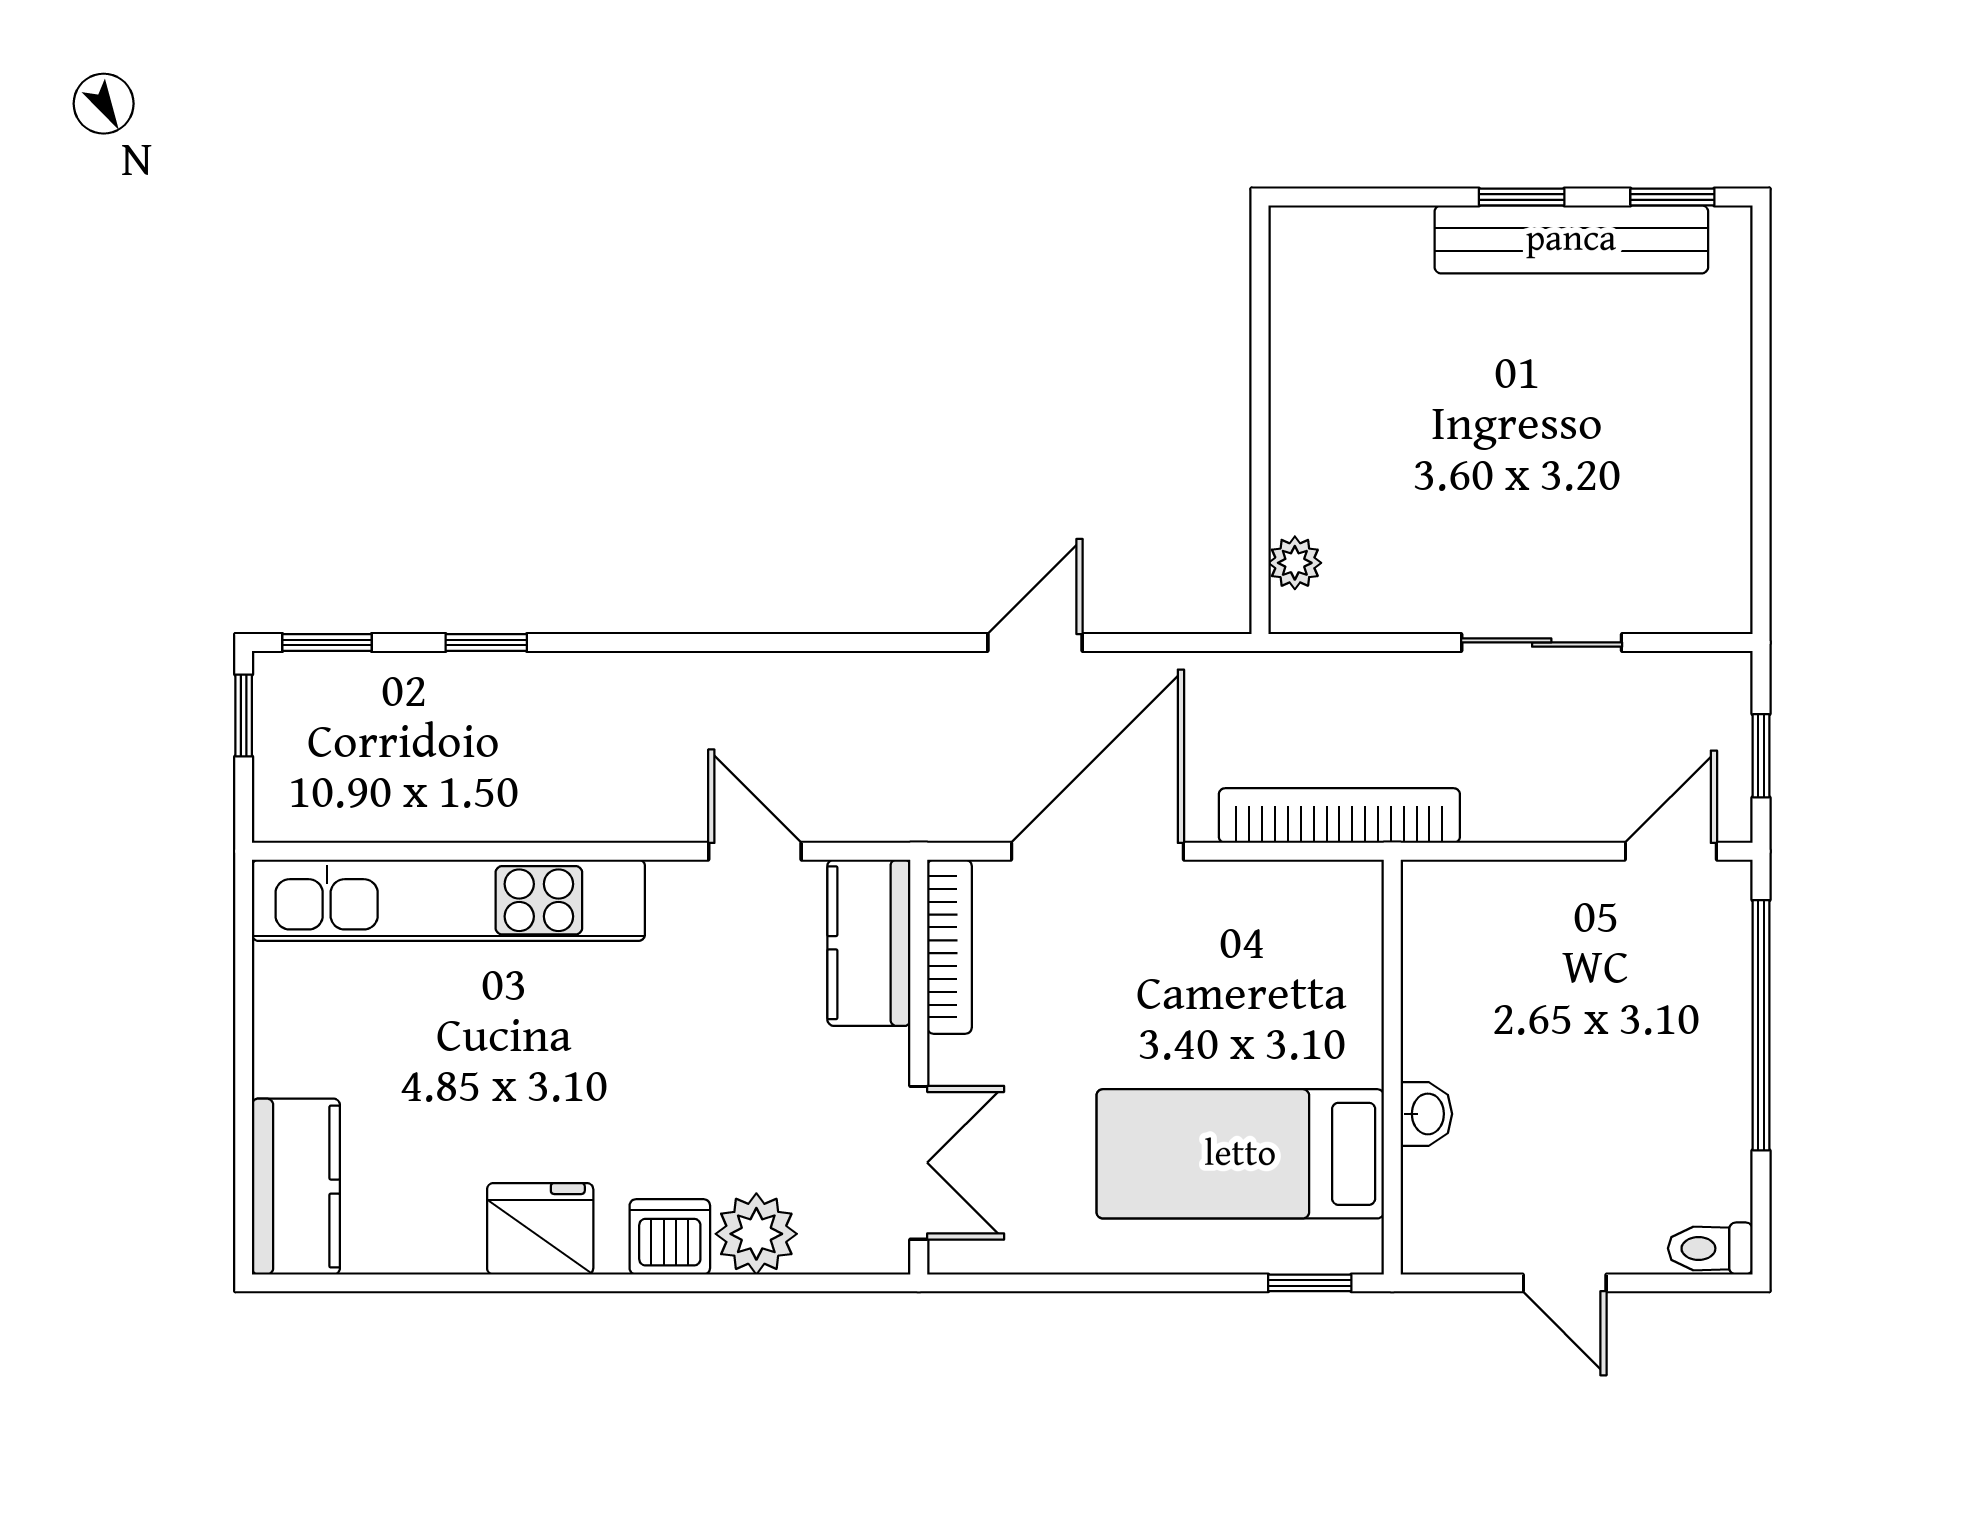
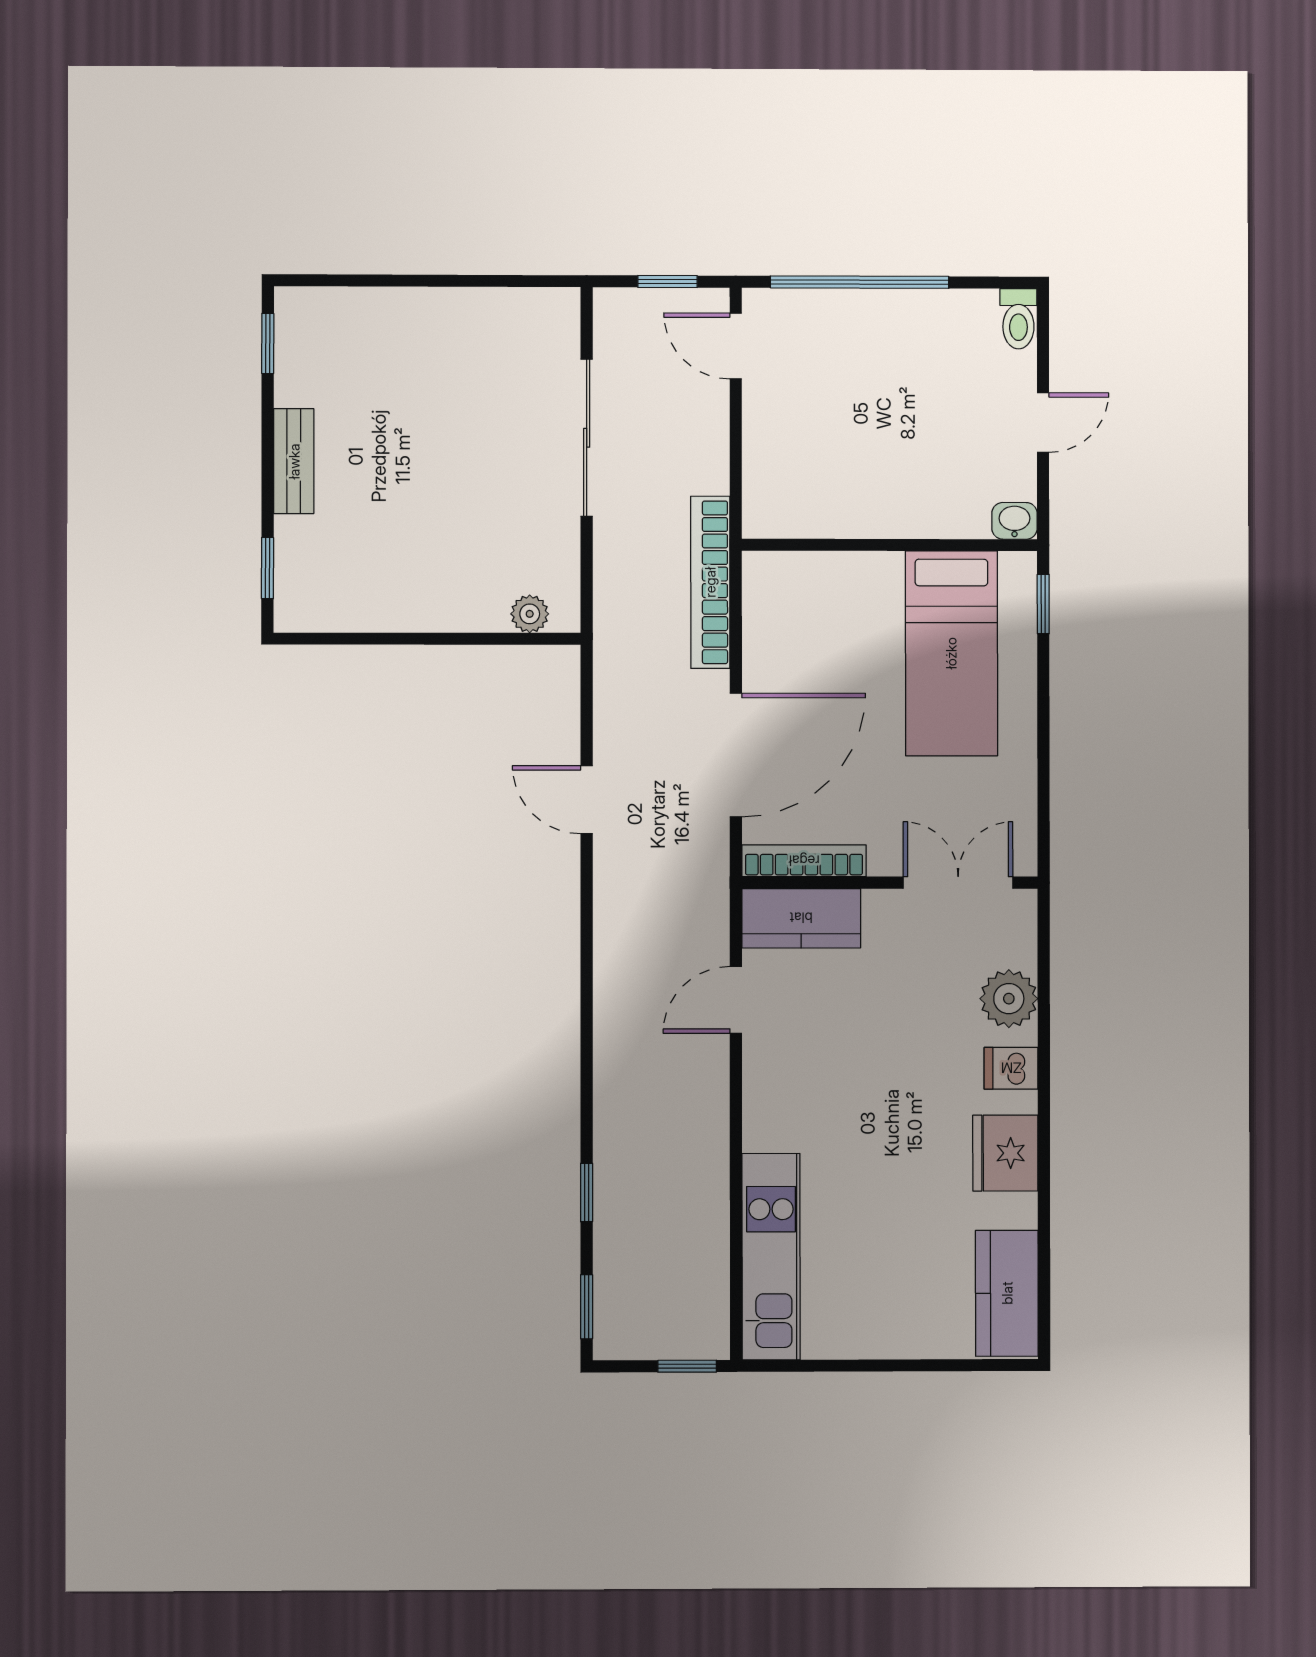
window: (1522, 197) -> (268, 568), moved
bench: (1571, 239) -> (294, 461), width x0.54, depth x0.82
sliding door: (1542, 642) -> (587, 438), width x1.37
window: (244, 715) -> (687, 1366), moved
door: (1097, 851) -> (736, 755), swing flipped
kitchen unit: (448, 900) -> (771, 1257), width x0.73
washbasin: (1426, 1114) -> (1015, 521), moved
kitchen counter: (296, 1187) -> (1007, 1293), moved, turned -90
dishwasher: (670, 1237) -> (1011, 1068), width x0.73

